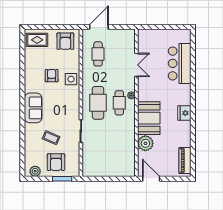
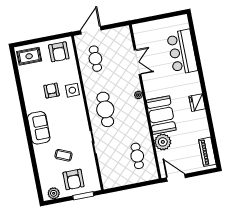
cafe table: (119, 103) -> (137, 156), moved

